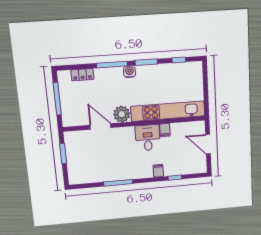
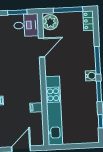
locker: (82, 75) -> (88, 21), moved
plant: (122, 114) -> (50, 22), moved
desk: (148, 138) -> (26, 25), moved

